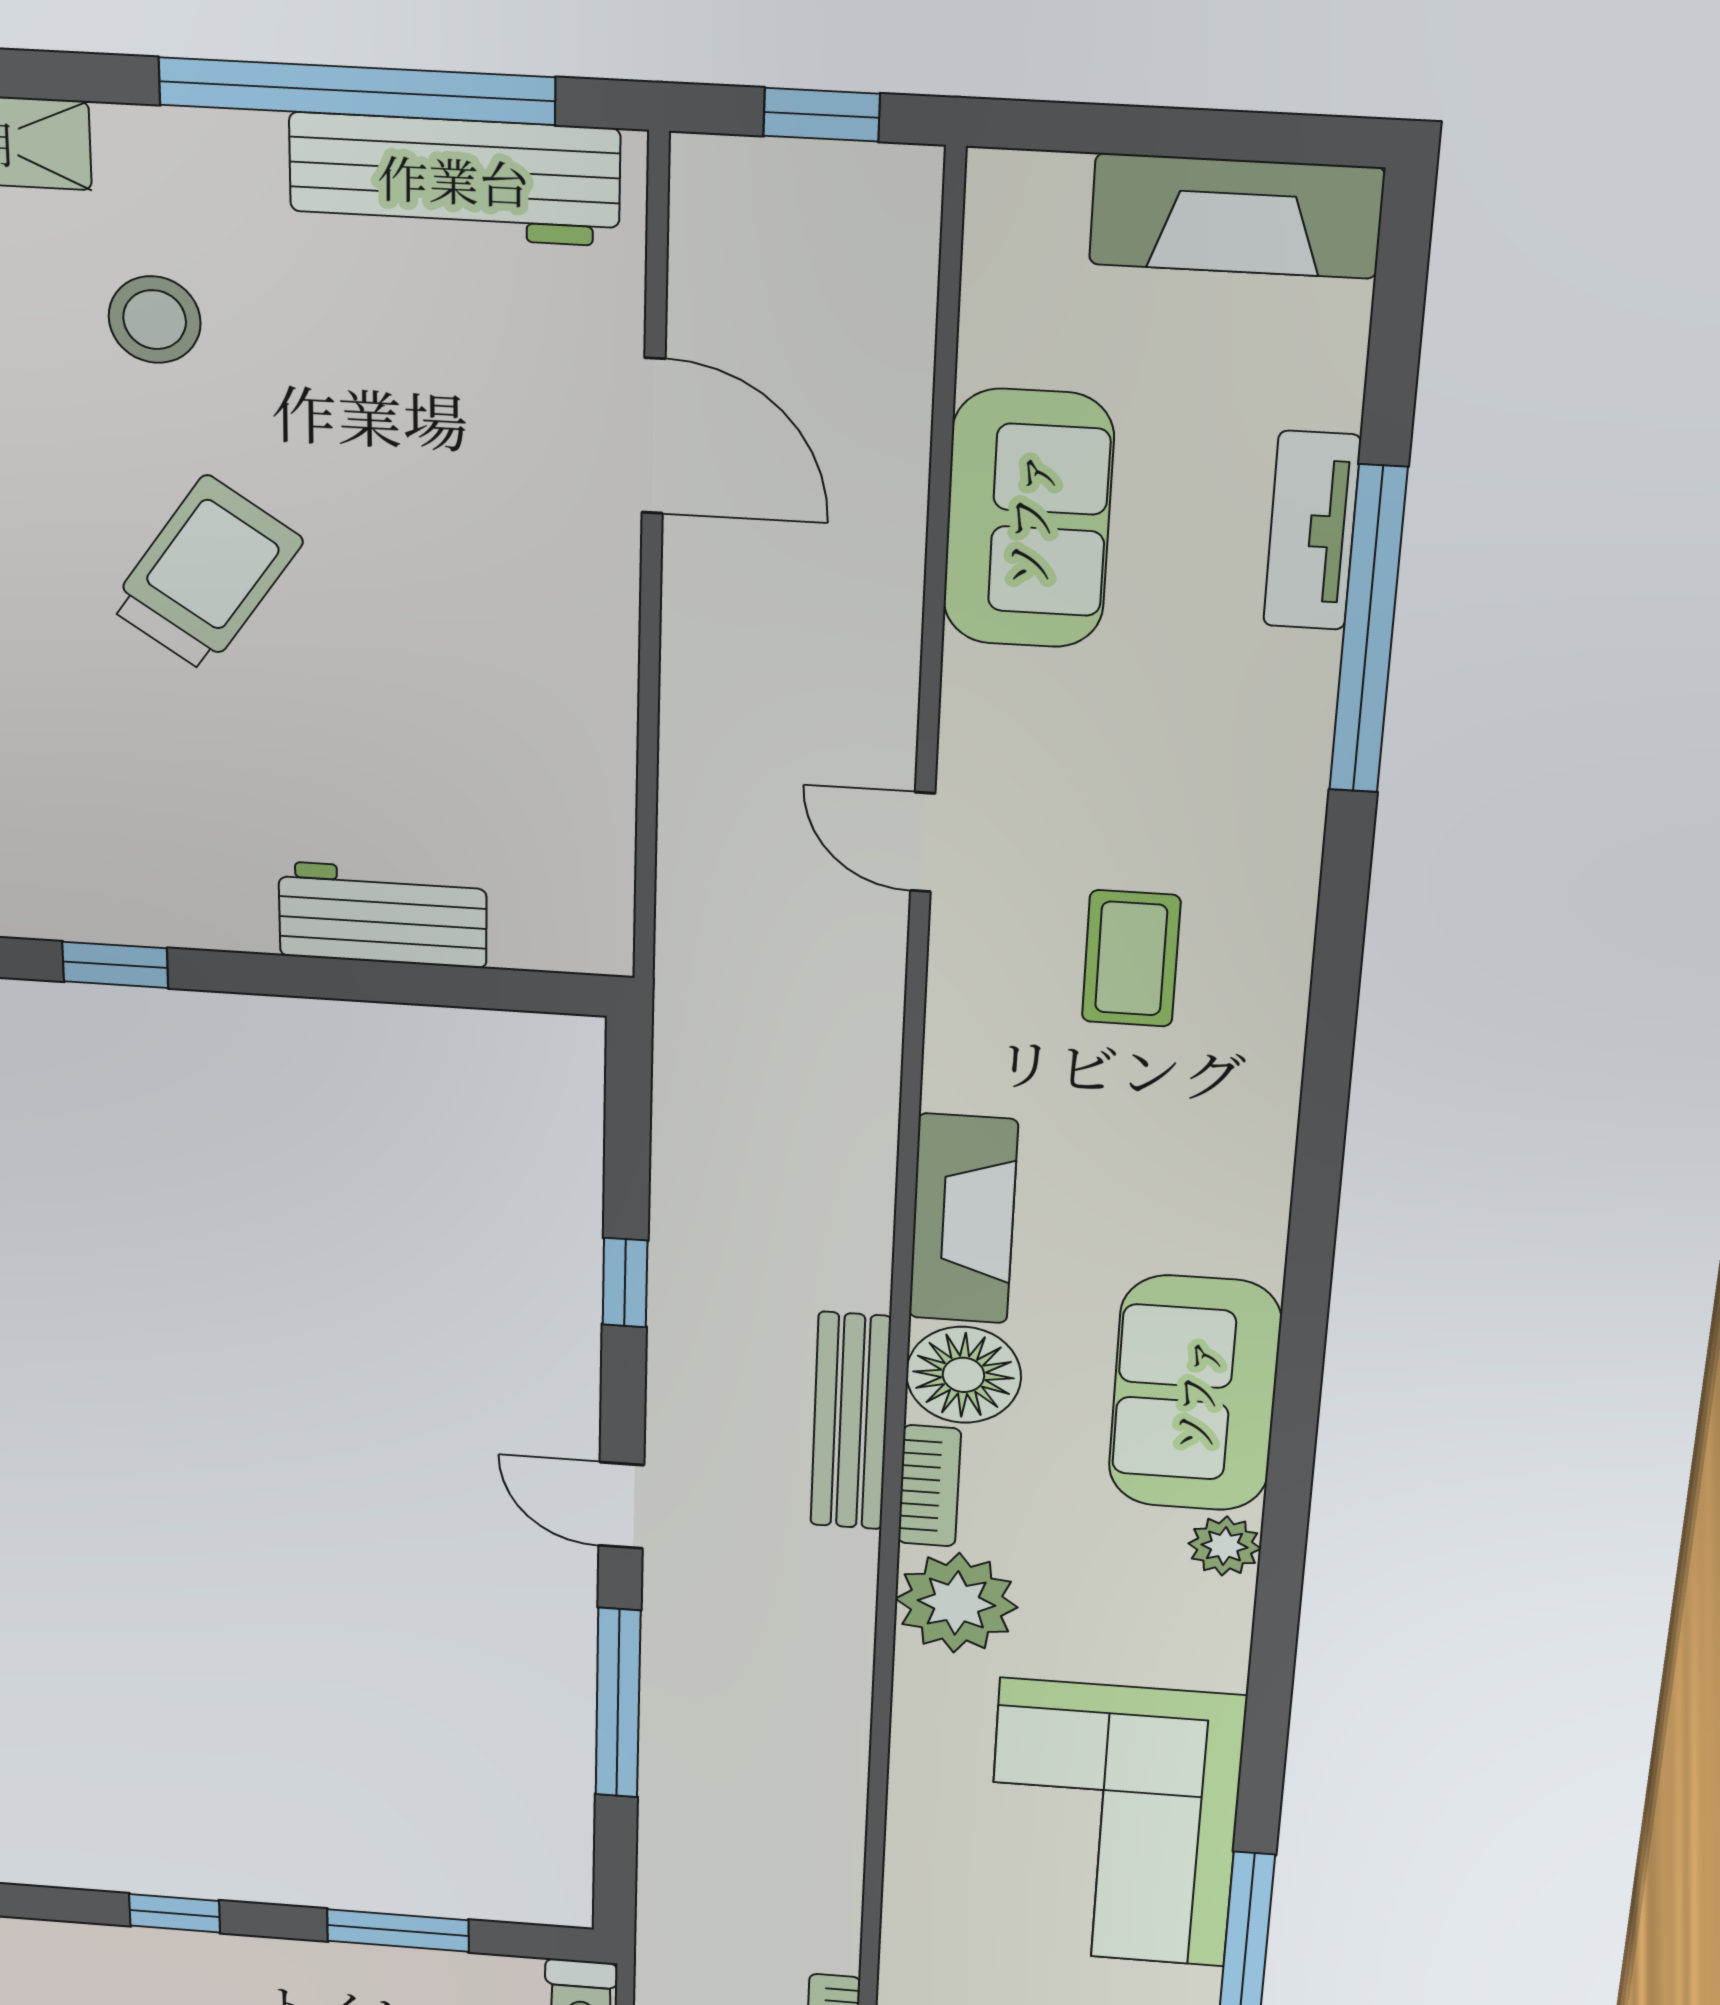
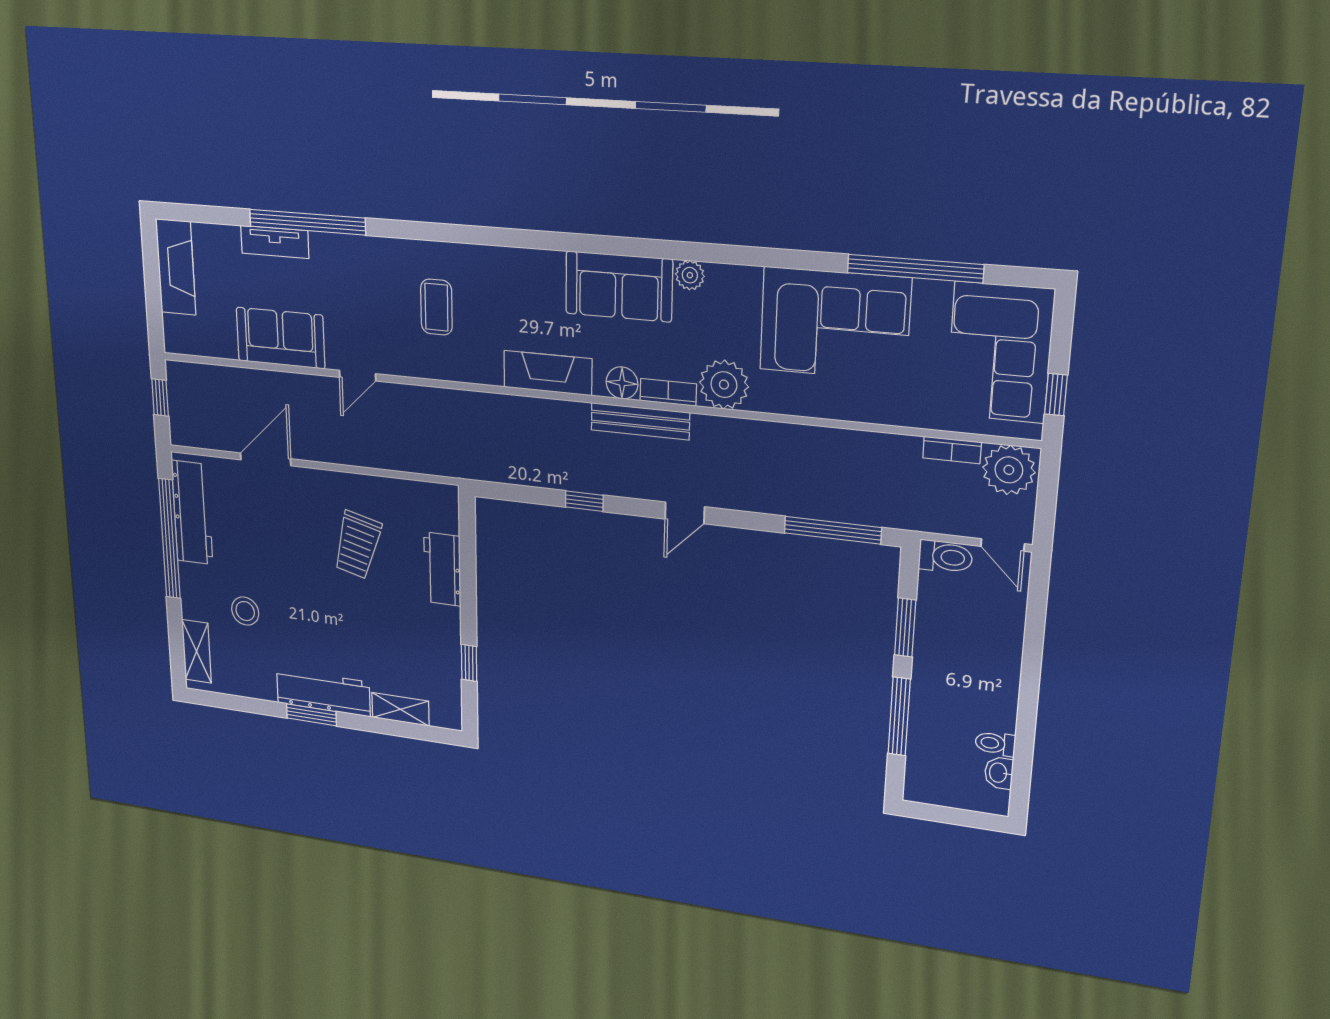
trolley: (206, 574) -> (357, 545), moved, turned -109
door: (923, 842) -> (358, 376), moved
coffee table: (1131, 959) -> (436, 307), turned 90
floor lamp: (963, 1375) -> (622, 383), width x0.73, depth x0.73
window: (618, 1703) -> (833, 530), moved
window: (175, 1913) -> (899, 716), width x2.17

